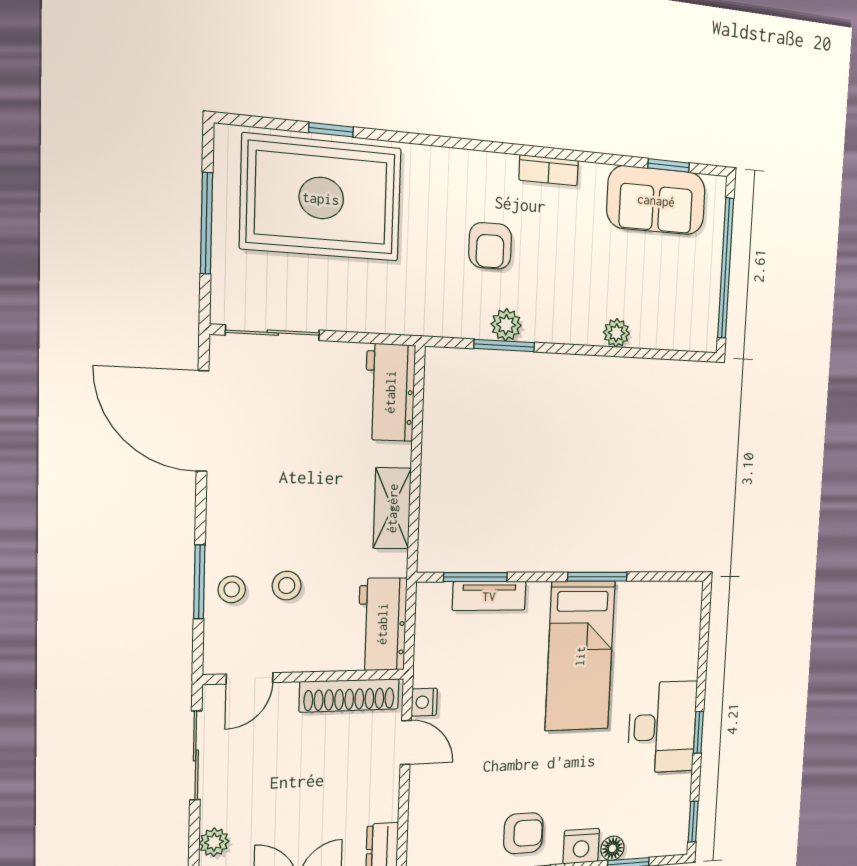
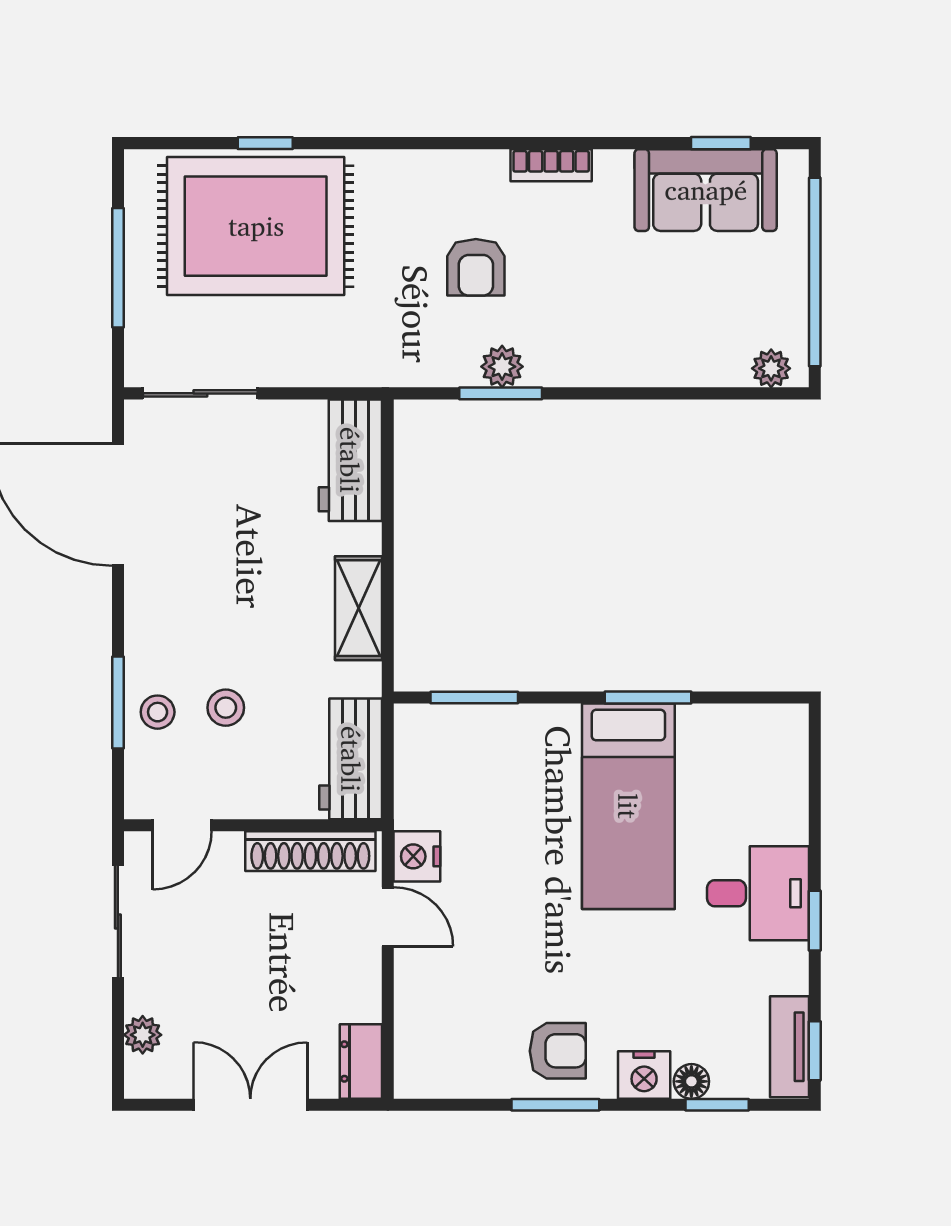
plant: (616, 333) -> (771, 368), moved
tv unit: (489, 596) -> (789, 1047), moved, turned 90
nightstand: (424, 702) -> (417, 856), width x1.39, depth x1.35
desk: (662, 727) -> (758, 893), width x0.73

